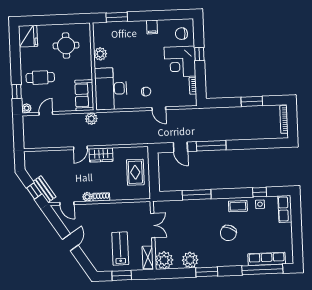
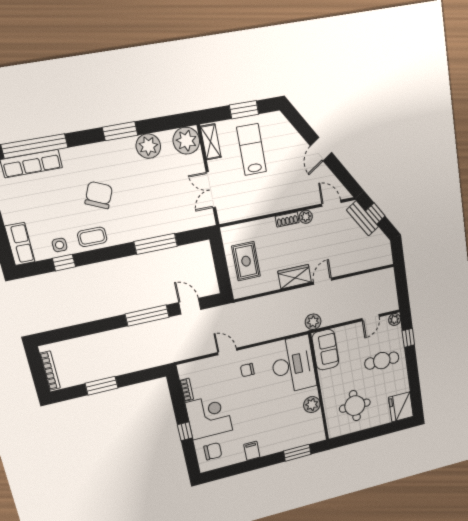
lab bench: (120, 249) -> (252, 150), turned 180

